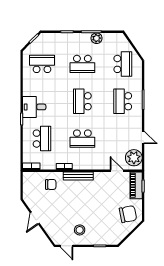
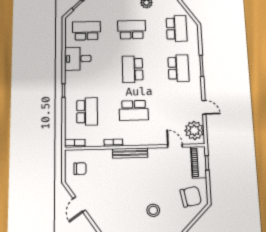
school desk: (82, 64) -> (132, 30), turned 180
school desk: (123, 101) -> (178, 68), turned 180
desk: (34, 107) -> (78, 59), moved
chair: (51, 184) -> (80, 169), moved
stool: (80, 230) -> (153, 210), moved

